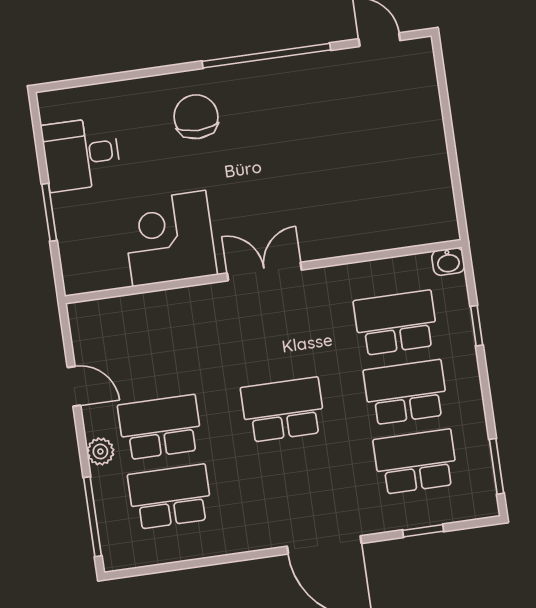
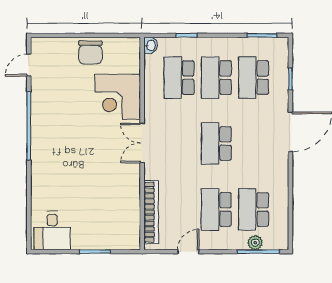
chair: (196, 117) -> (90, 52), moved, turned -90
desk: (81, 154) -> (52, 230), moved
corner desk: (169, 239) -> (118, 97), moved
bookcase: (138, 307) -> (151, 212), added
plant: (100, 451) -> (255, 243), moved

